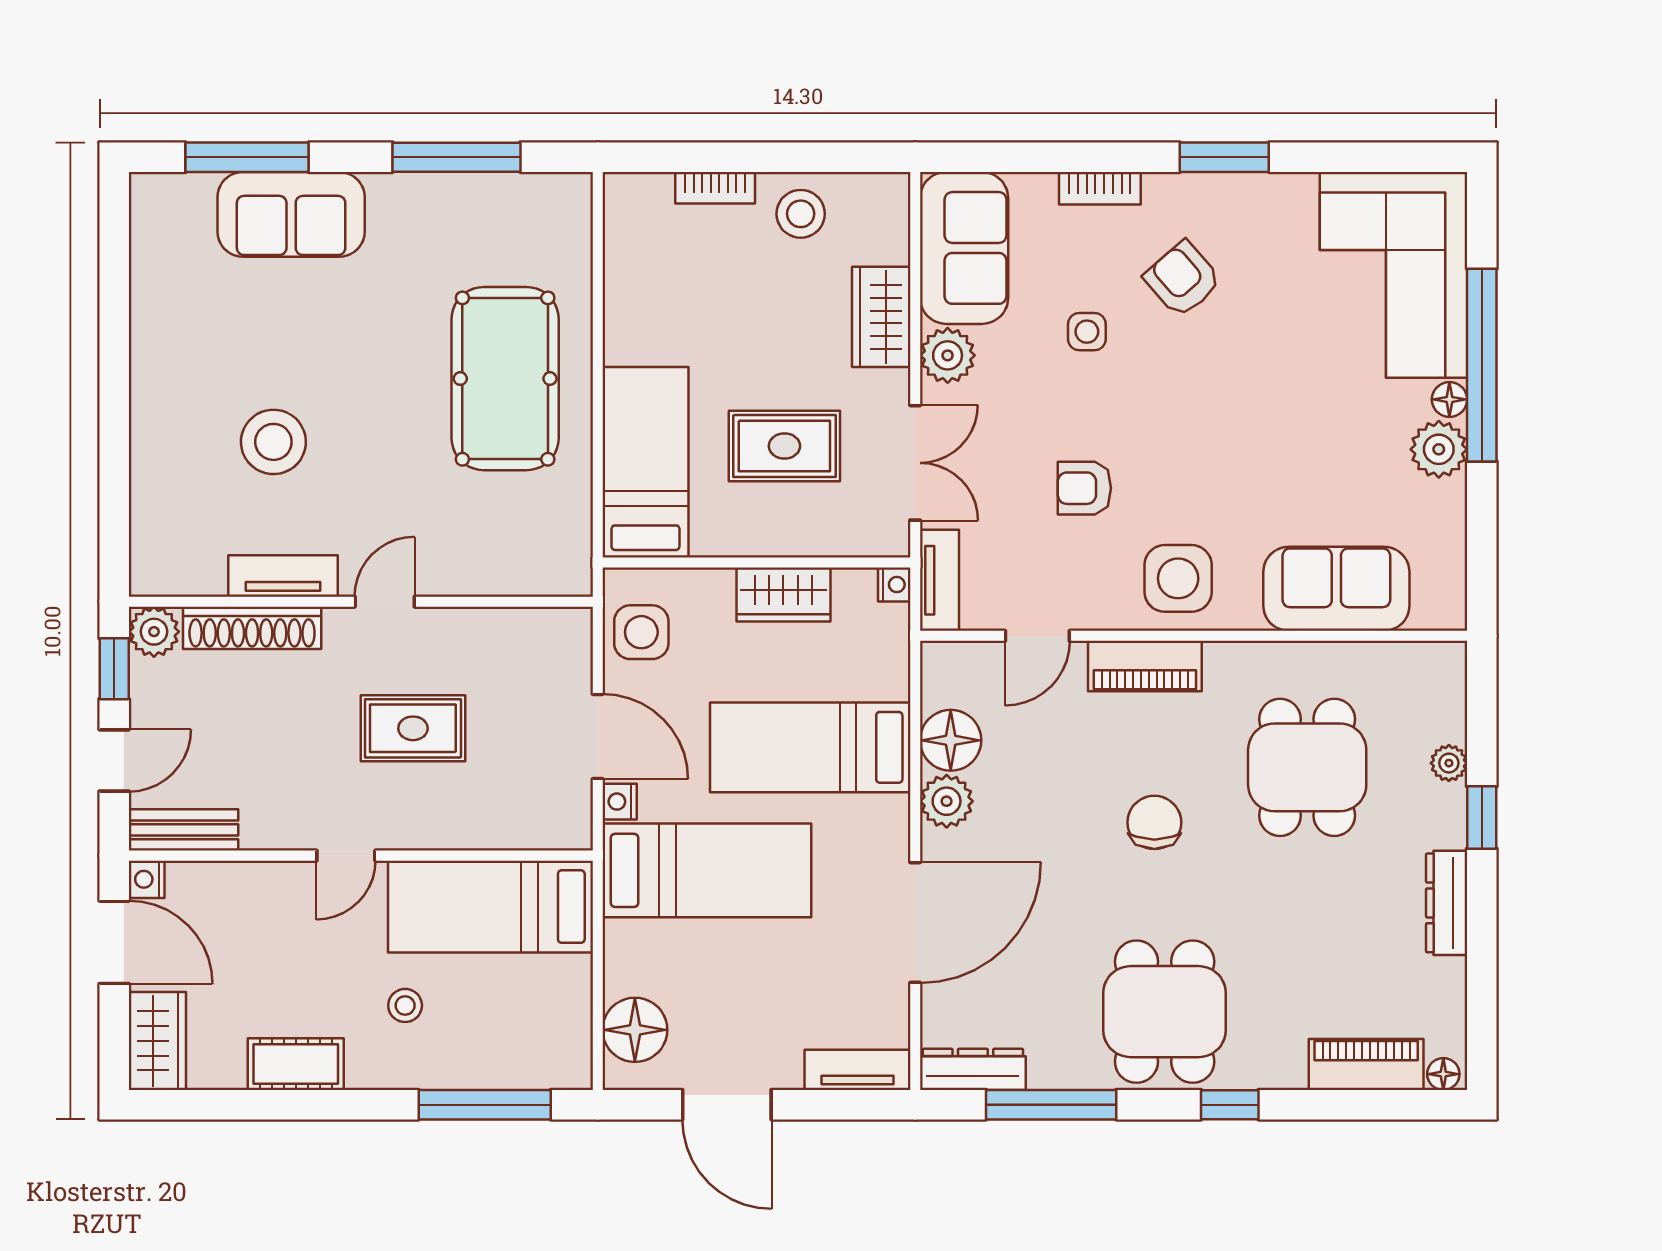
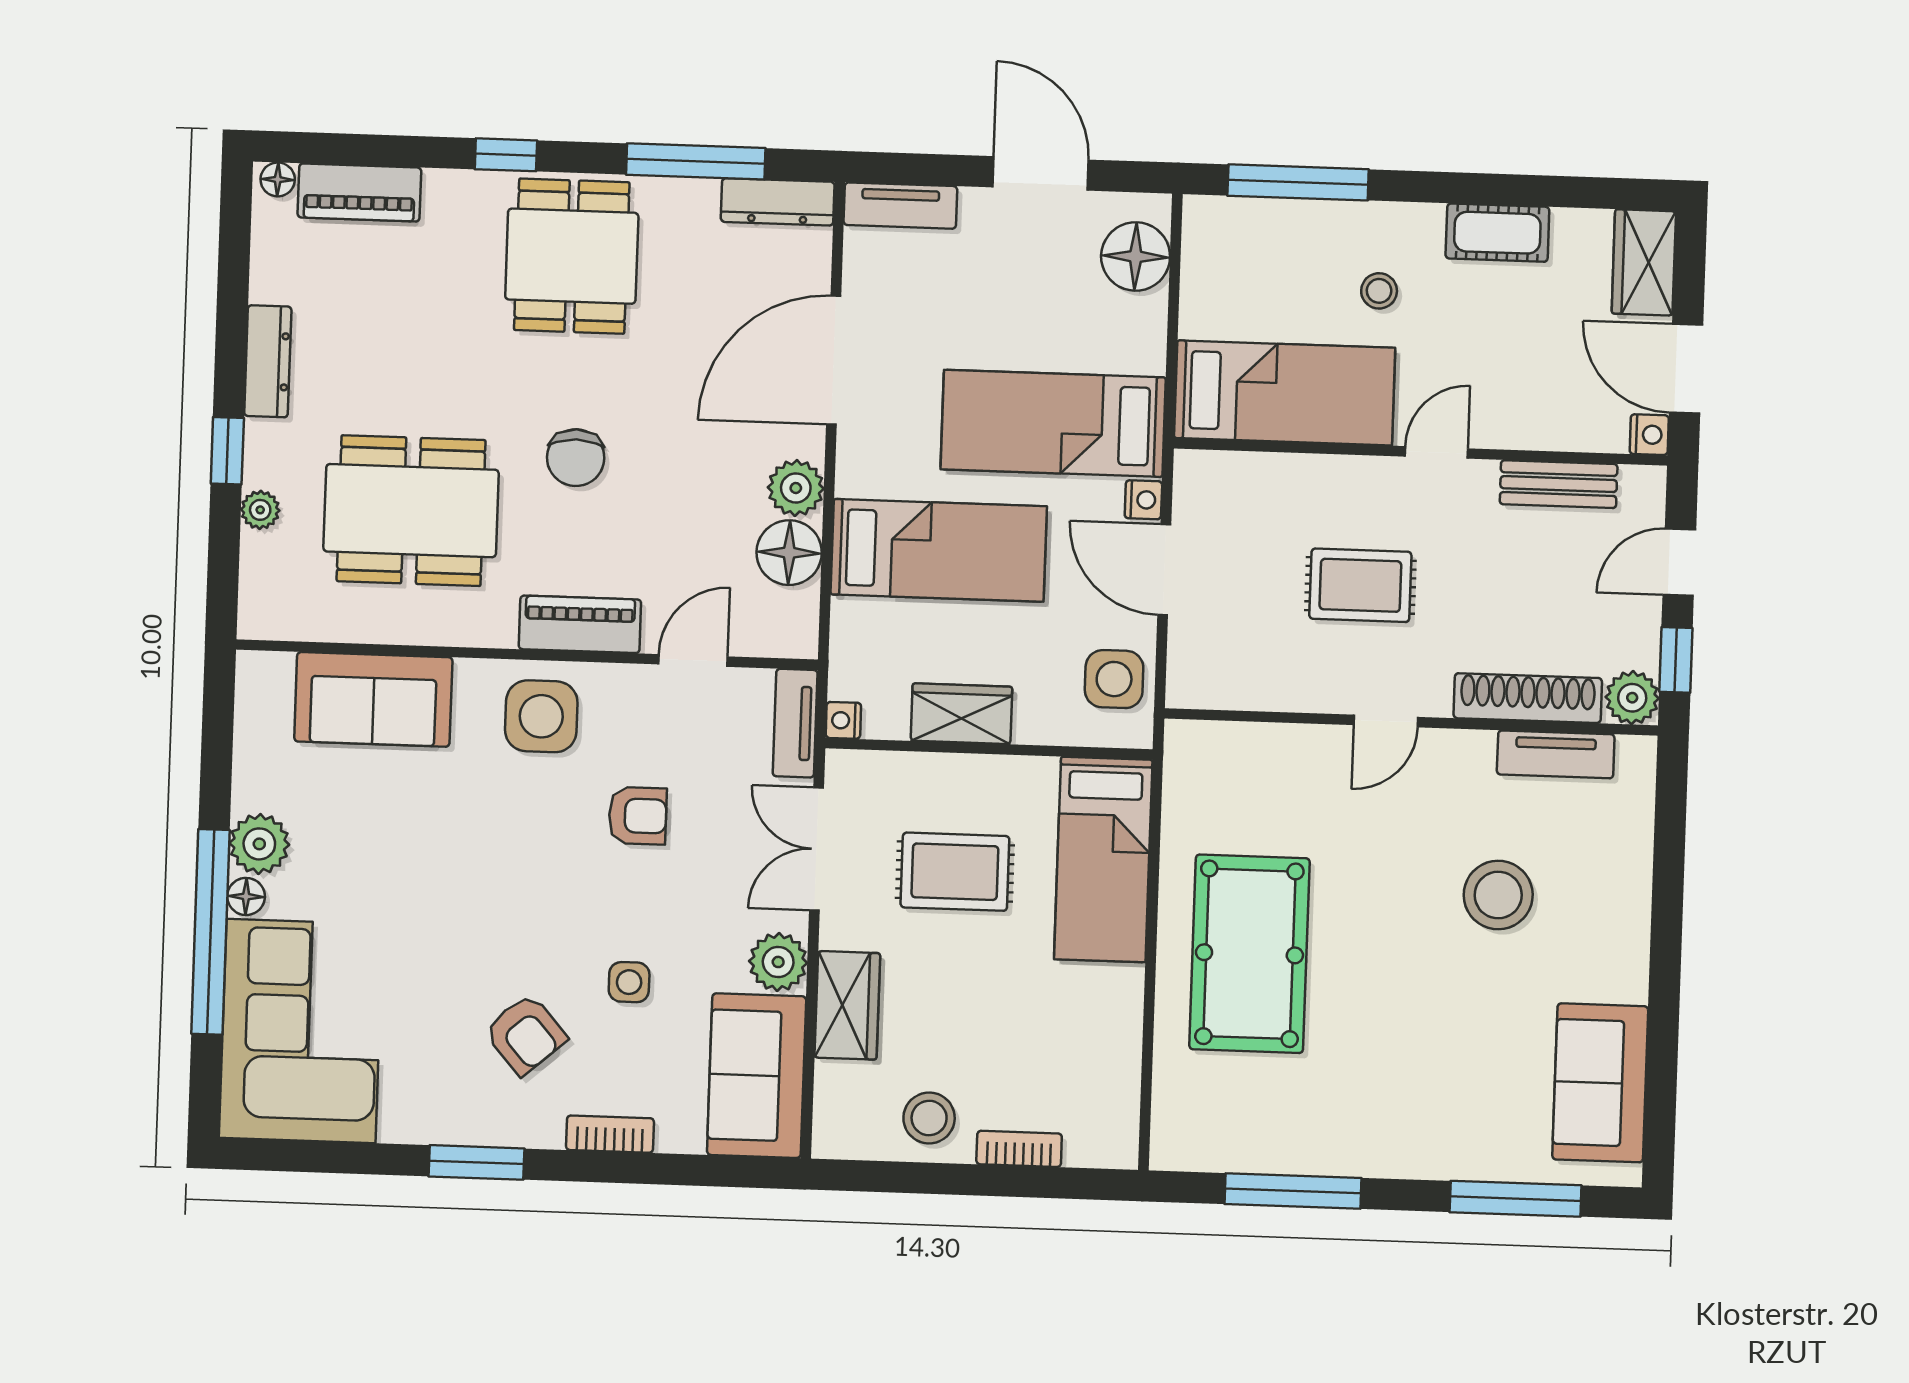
sofa: (291, 214) -> (1600, 1083), moved, turned -90
tv unit: (283, 576) -> (1556, 754), moved
dining table: (1307, 767) -> (411, 511), width x1.38
bench: (183, 830) -> (1559, 484), moved

